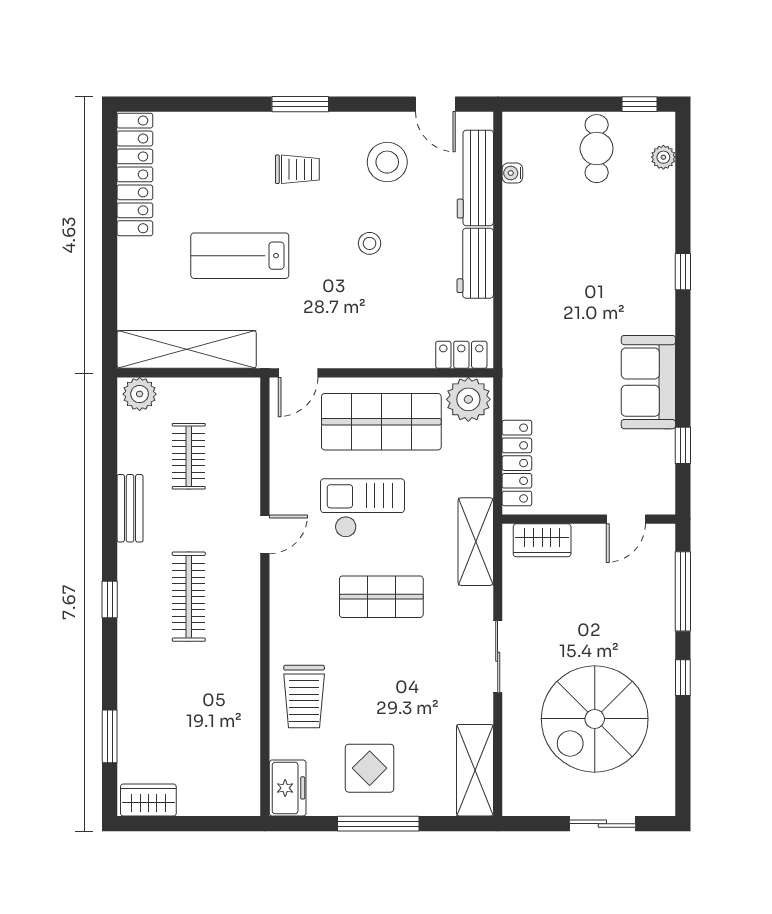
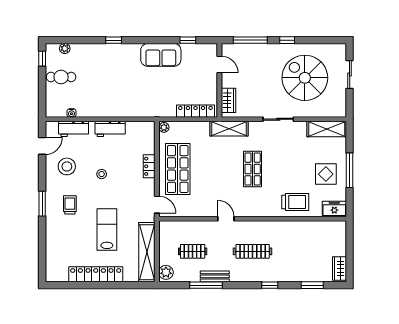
locker: (135, 174) -> (96, 274), moved
workbench: (475, 178) -> (74, 129), width x0.73
lab bench: (240, 256) -> (107, 229), turned 180
locker: (461, 355) -> (149, 166), moved
plant: (468, 399) -> (164, 127), width x0.53, depth x0.53
window: (110, 488) -> (206, 285), added
checkout: (362, 508) -> (215, 177), removed
window: (110, 600) -> (270, 285), moved
spiral stairs: (595, 719) -> (305, 78), turned 180

